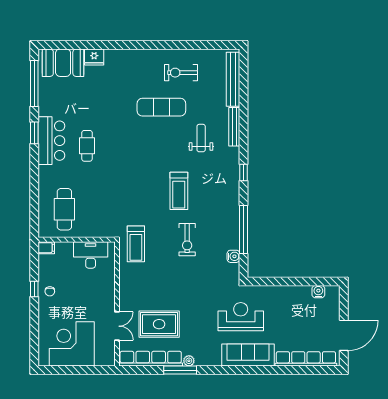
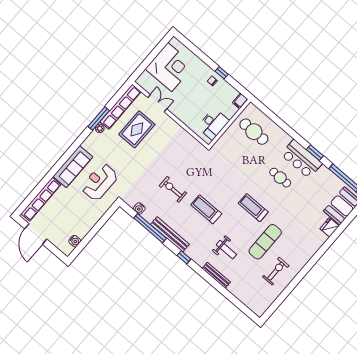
bench: (233, 79) -> (170, 234), moved
treadmill: (136, 244) -> (253, 208), moved
reception desk: (241, 317) -> (100, 182), turned 180
double door: (117, 326) -> (157, 103), swing flipped

